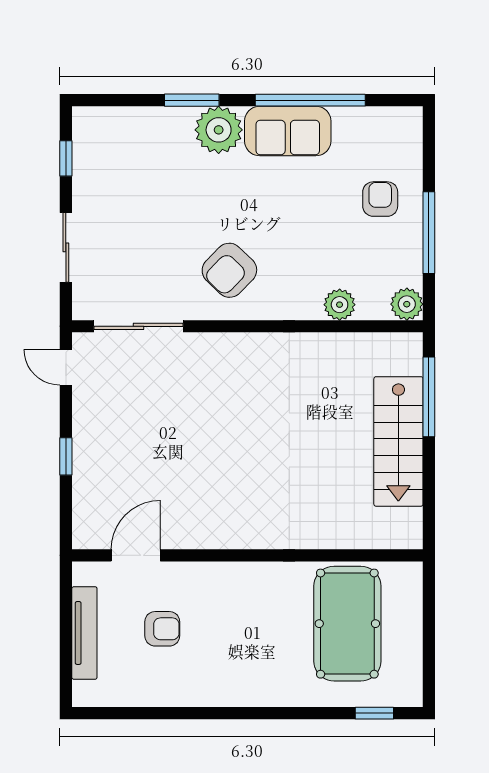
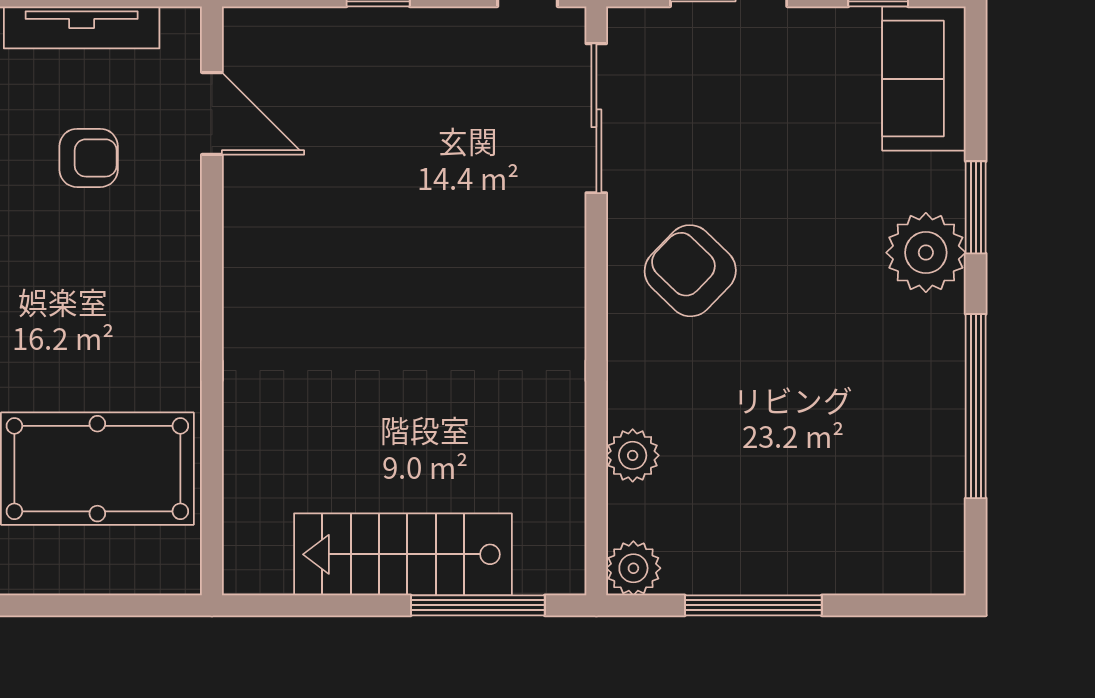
sofa: (288, 131) -> (924, 79), moved
armchair: (380, 199) -> (810, 524), removed
armchair: (162, 629) -> (89, 158), turned -90

